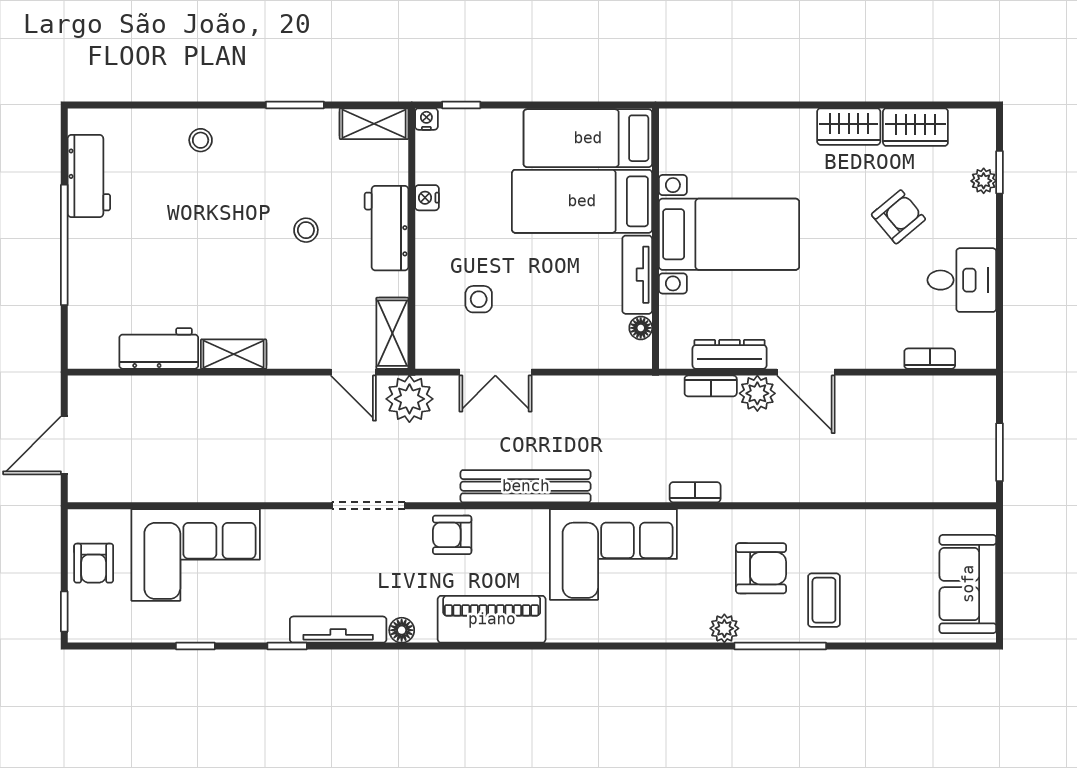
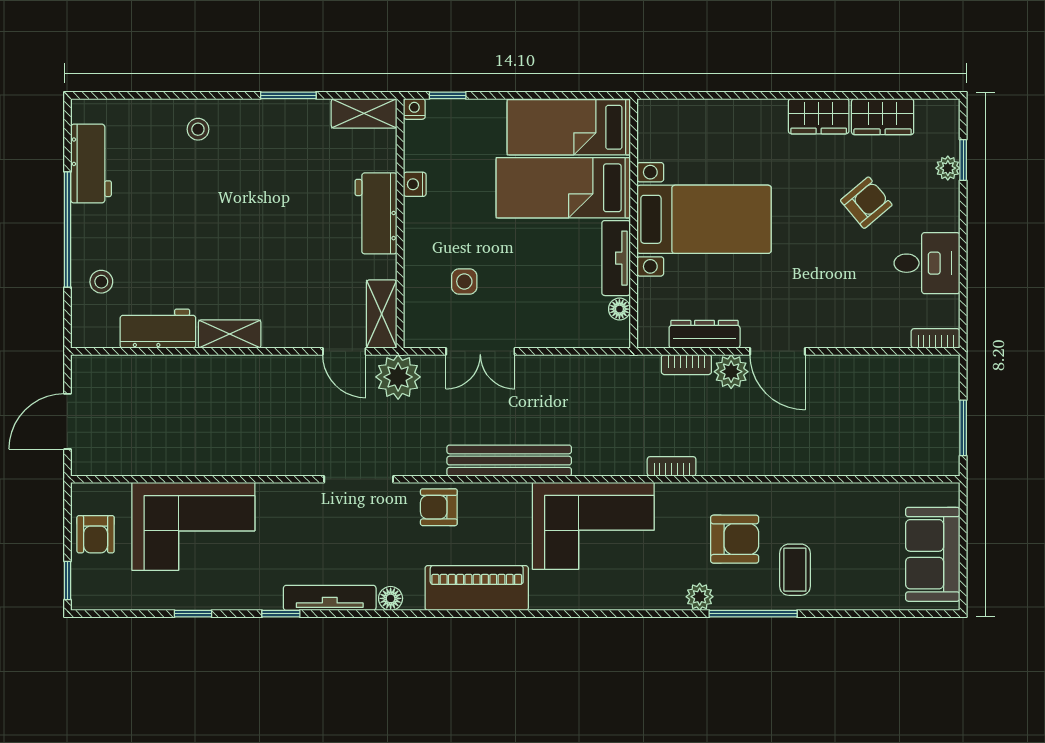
stool: (306, 230) -> (101, 282), moved
bookcase: (930, 359) -> (936, 338), moved

